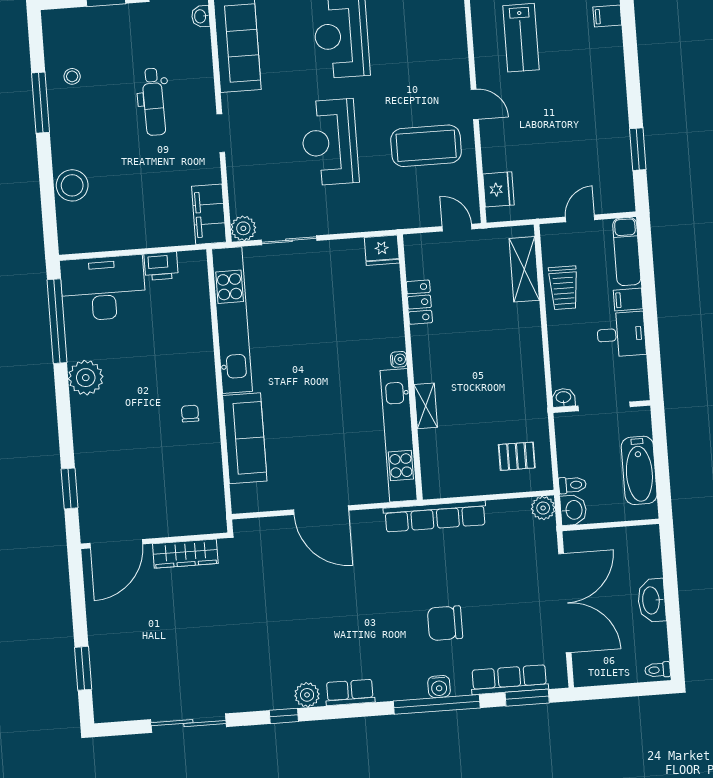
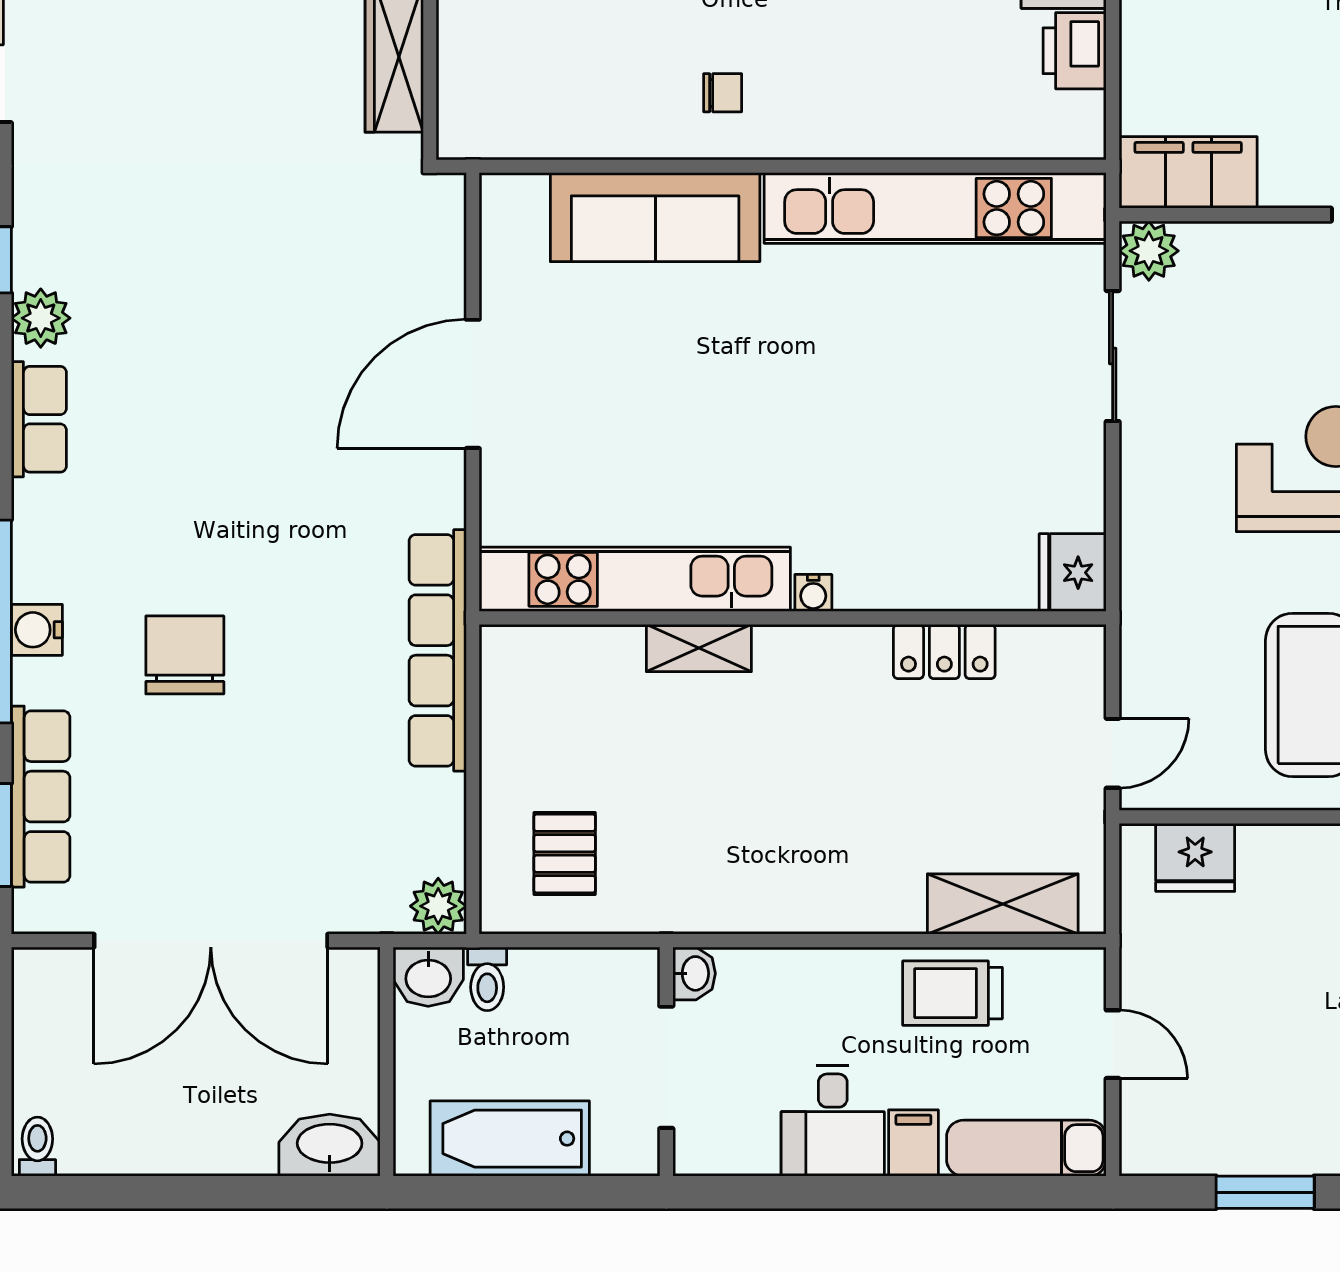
washbasin: (652, 600) -> (330, 1145), moved

